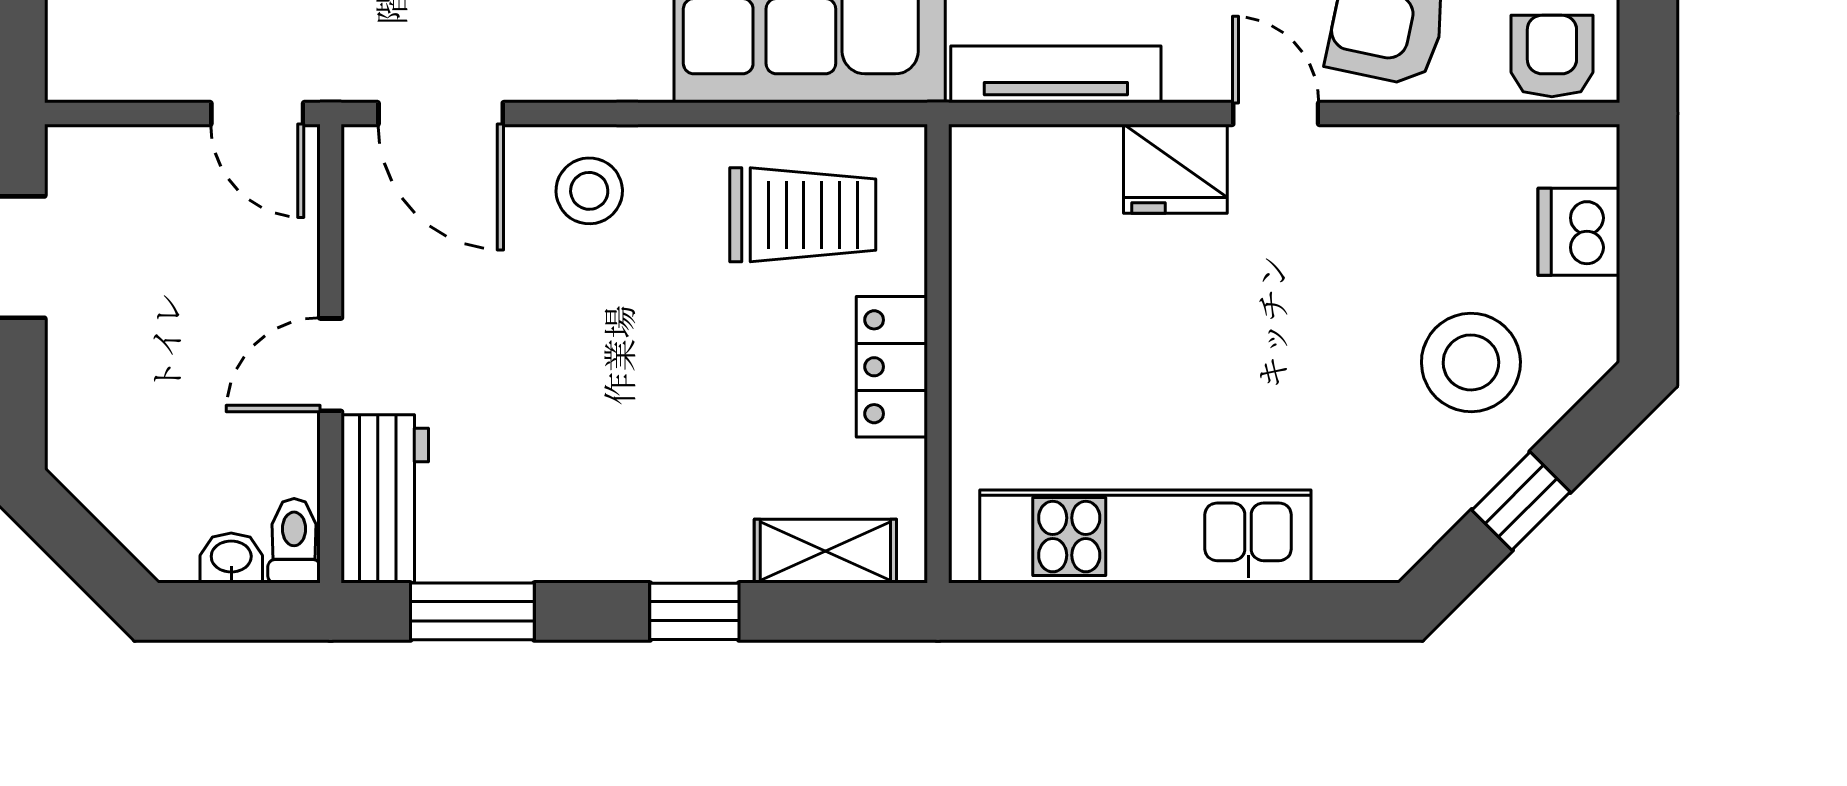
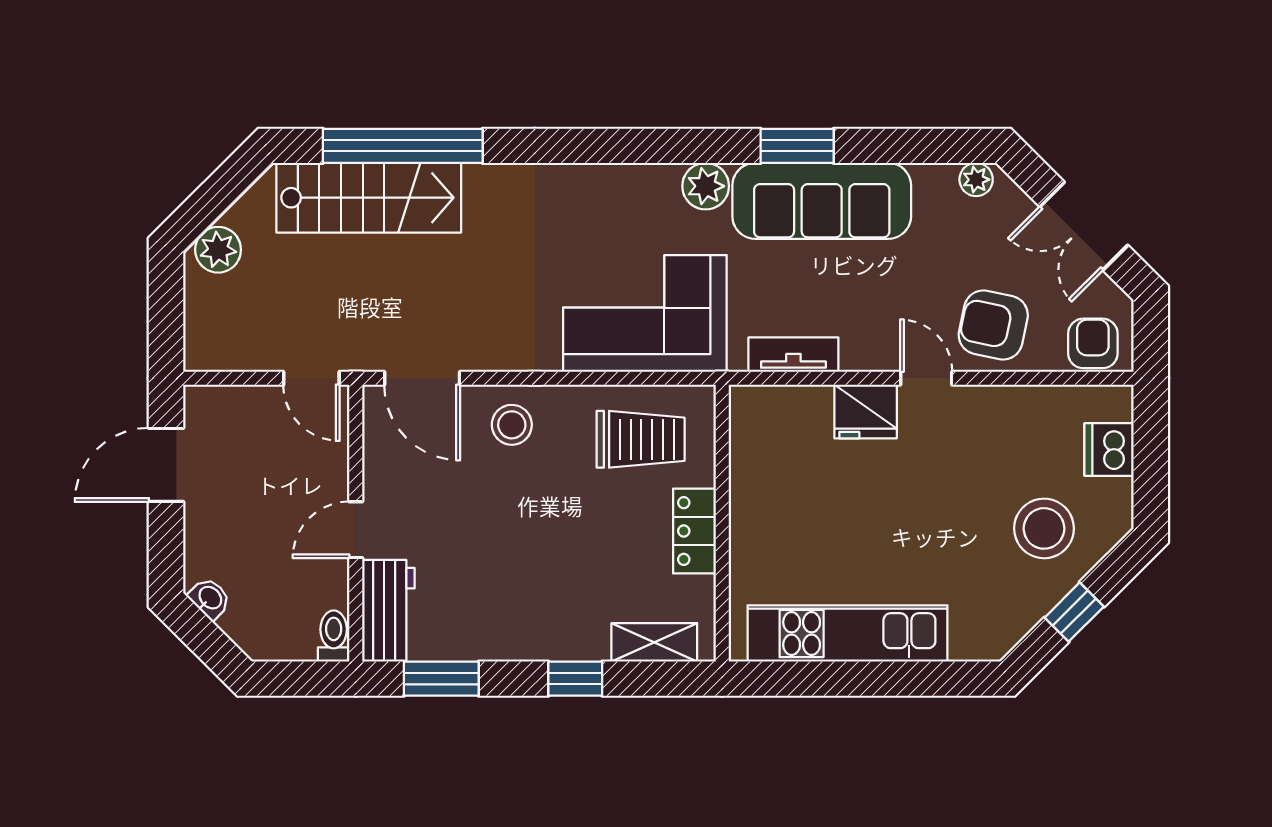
tv unit: (1056, 74) -> (793, 355), width x0.71
washbasin: (231, 558) -> (210, 598), moved, turned 45

